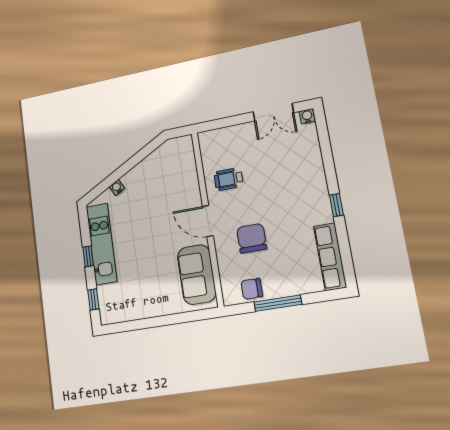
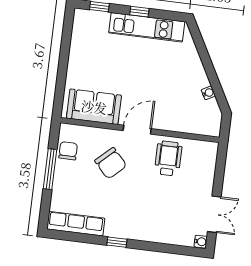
double door: (273, 112) -> (214, 214), swing flipped
wheelchair: (229, 179) -> (168, 158), width x1.36, depth x1.37
water cooler: (117, 188) -> (208, 93), moved
chair: (252, 238) -> (111, 163), turned 47

